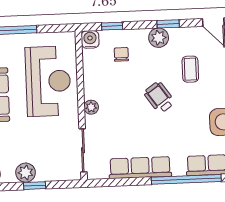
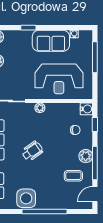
window: (168, 24) -> (95, 163), width x2.17
coffee table: (190, 69) -> (73, 176), moved
wheelchair: (159, 97) -> (32, 151), moved

